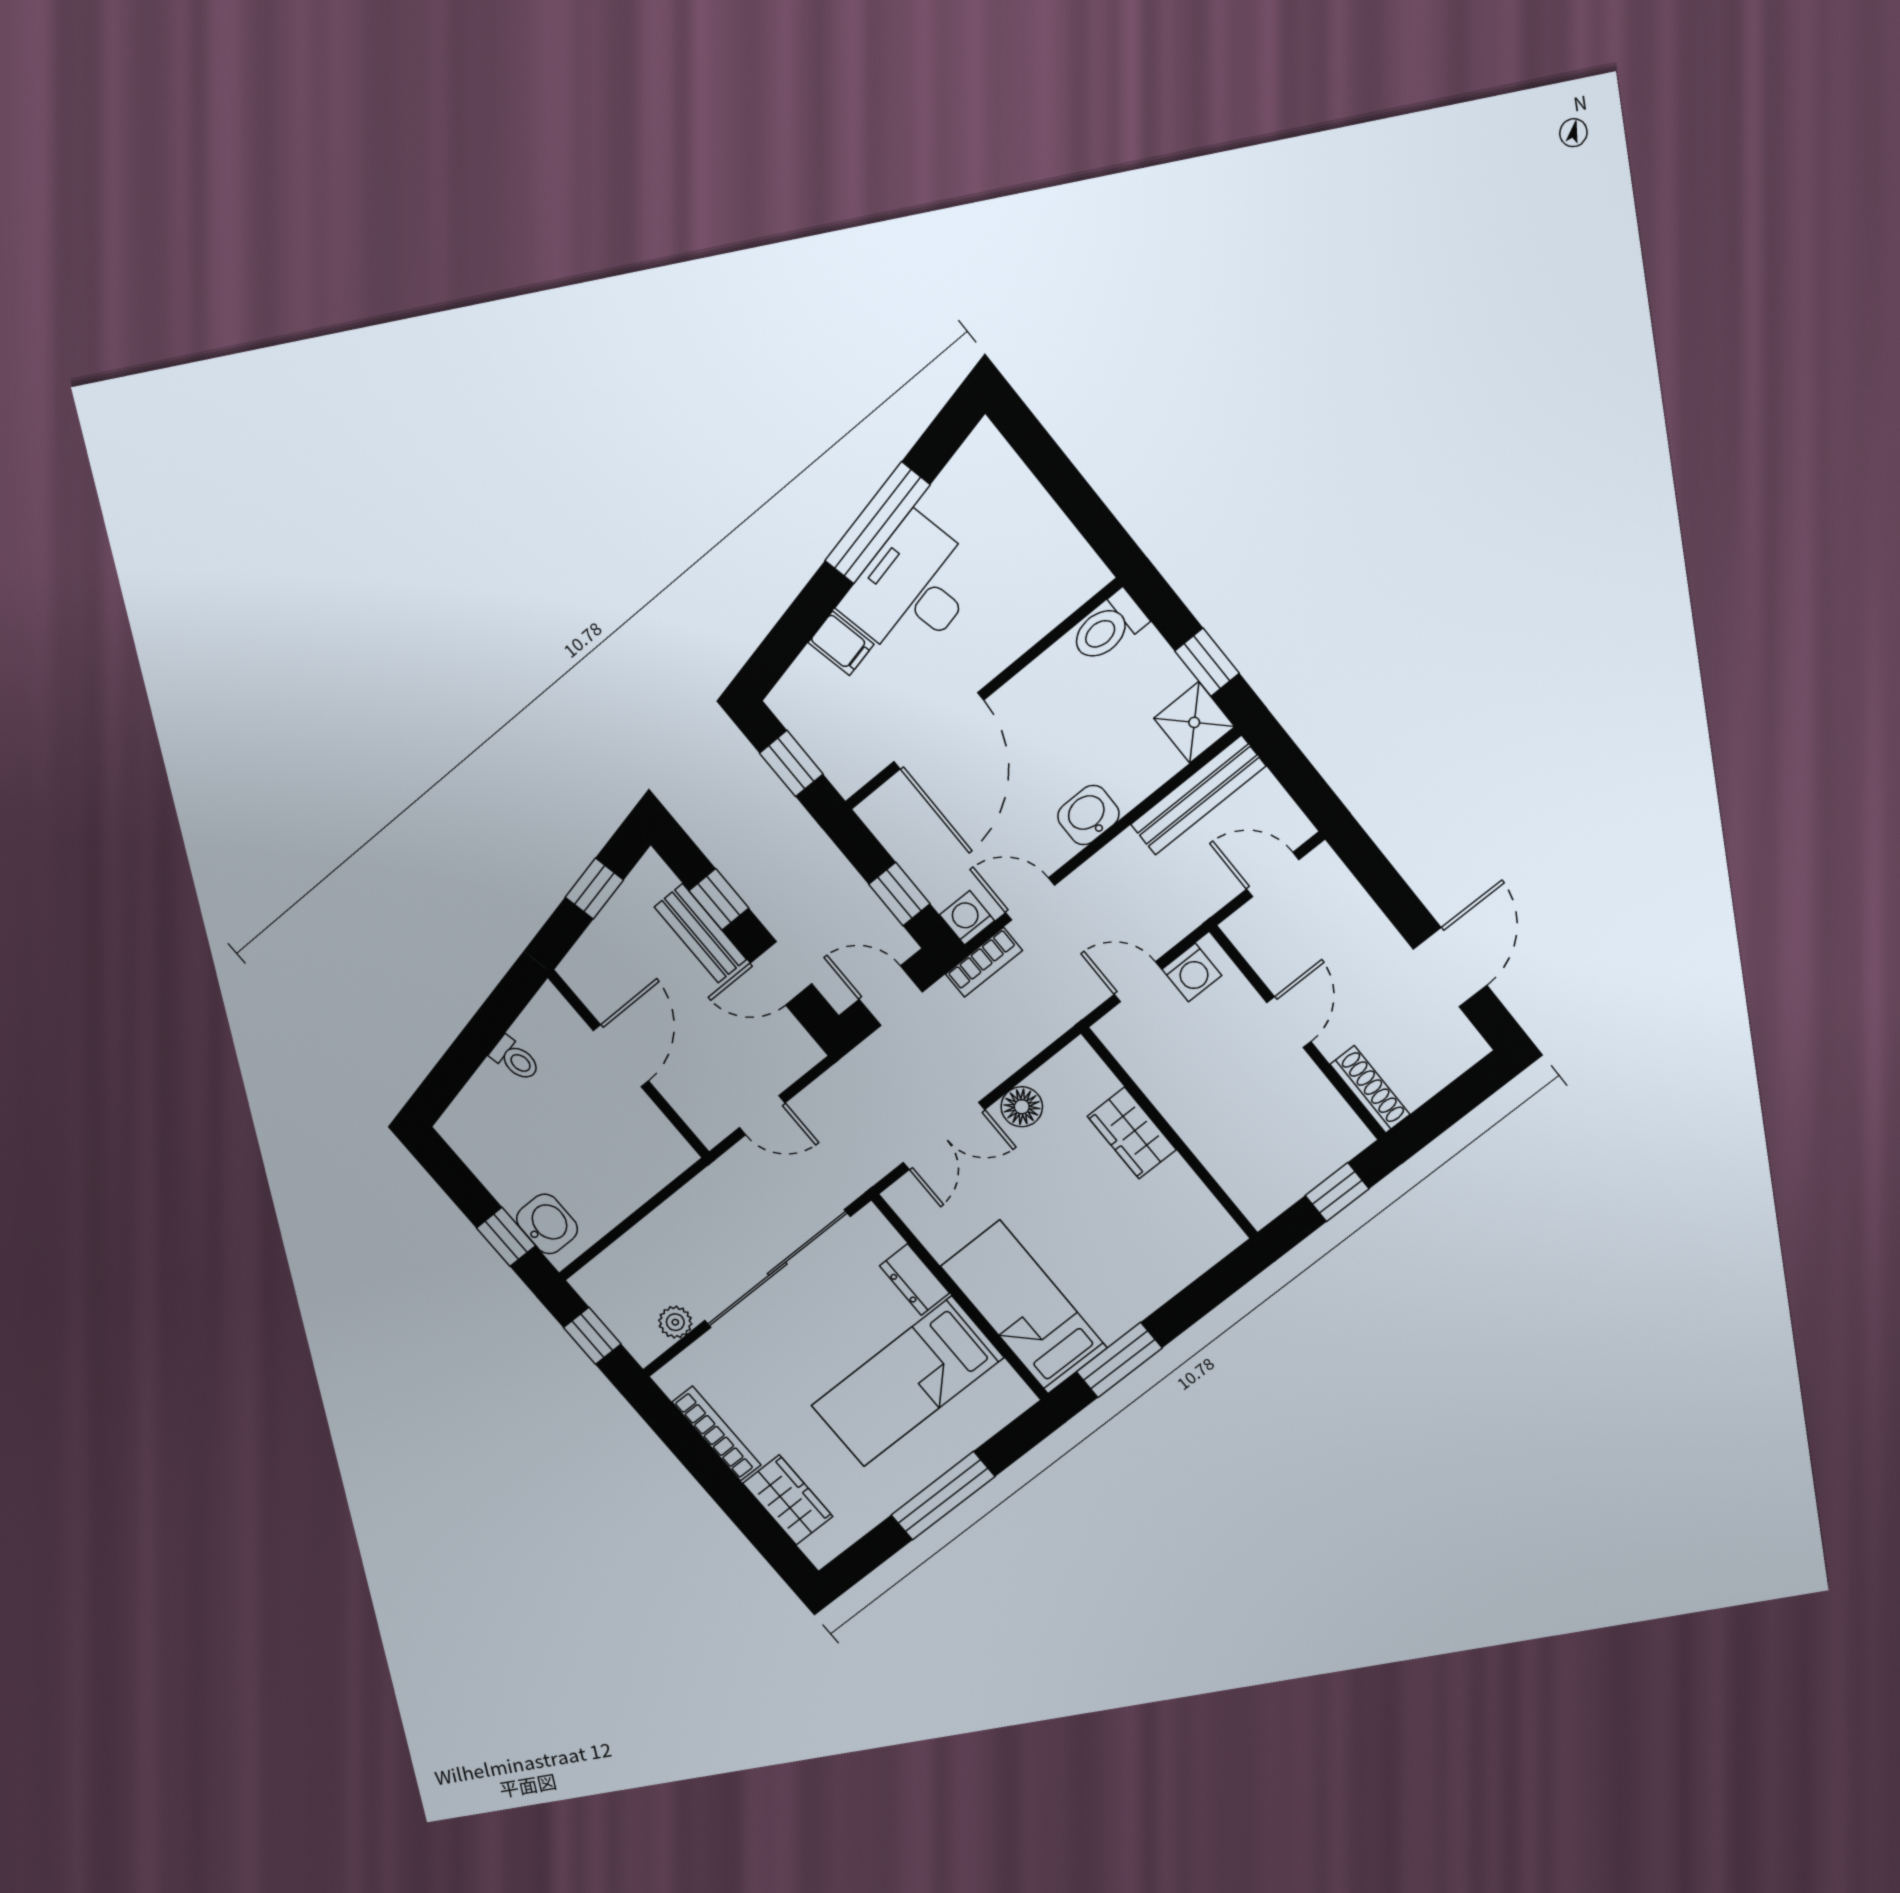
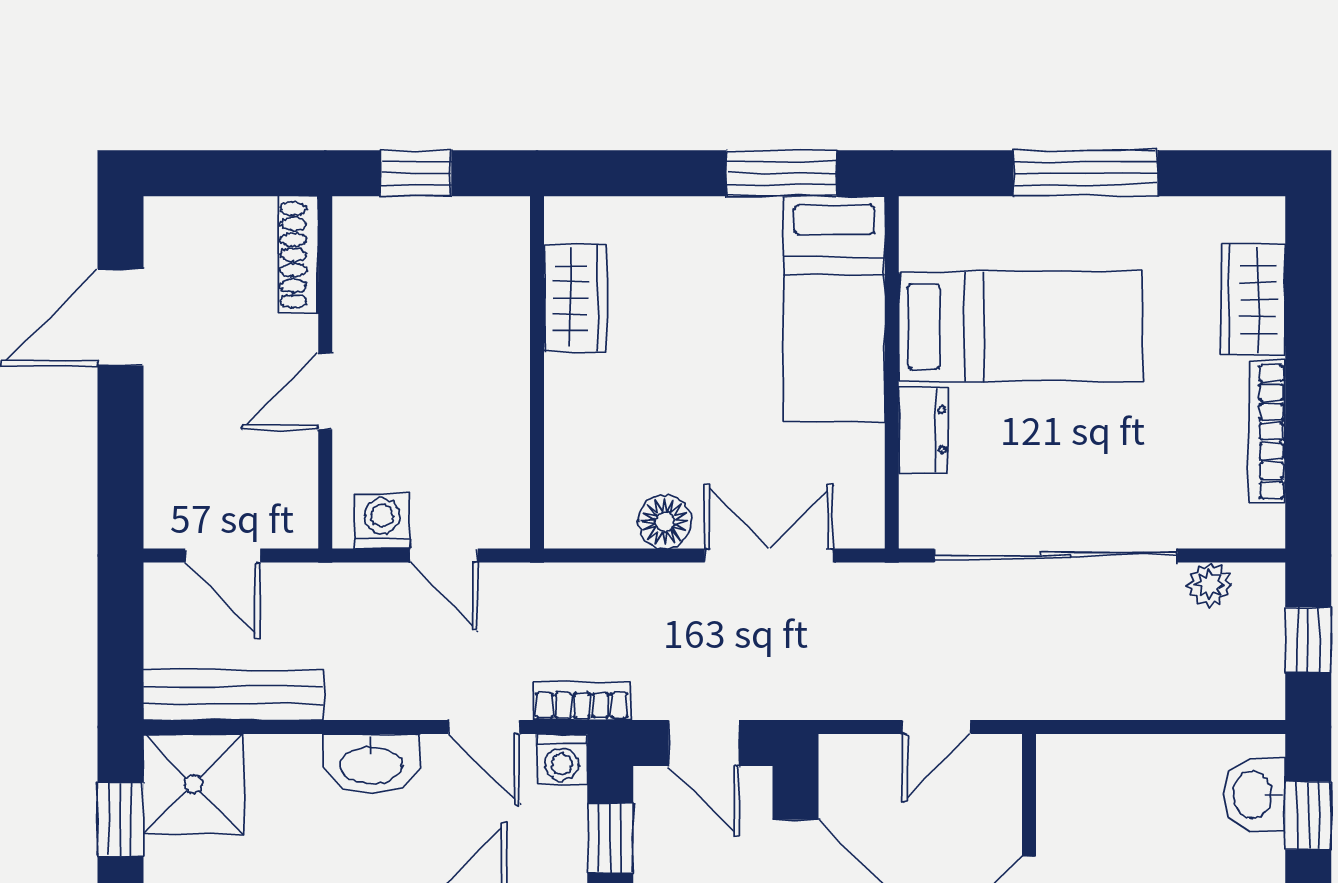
shower: (1194, 722) -> (193, 784), width x1.36, depth x1.36
washbasin: (1088, 815) -> (371, 764), width x1.38
door: (762, 1115) -> (936, 727), swing flipped
wardrobe: (1132, 1133) -> (575, 298), moved

